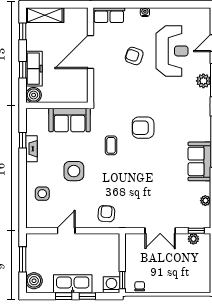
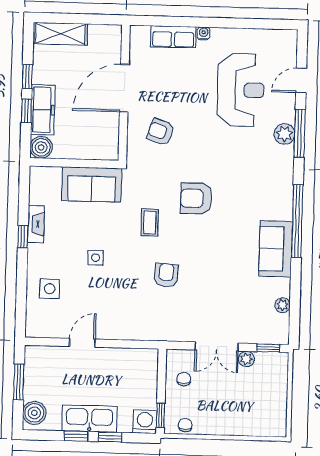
row of seats: (109, 15) -> (173, 37), moved
window: (23, 31) -> (27, 77), moved
armchair: (134, 56) -> (161, 132), moved
window: (23, 140) -> (23, 237), moved
side table: (74, 171) -> (96, 258), width x0.54, depth x0.54
armchair: (106, 214) -> (166, 275), moved
plant: (193, 239) -> (246, 359), moved
chair: (138, 254) -> (184, 379), added

